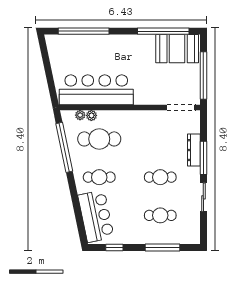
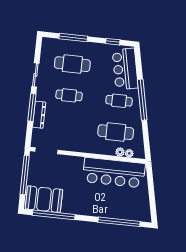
window: (64, 147) -> (142, 100), moved
cafe table: (160, 215) -> (72, 64), width x1.37, depth x1.35

